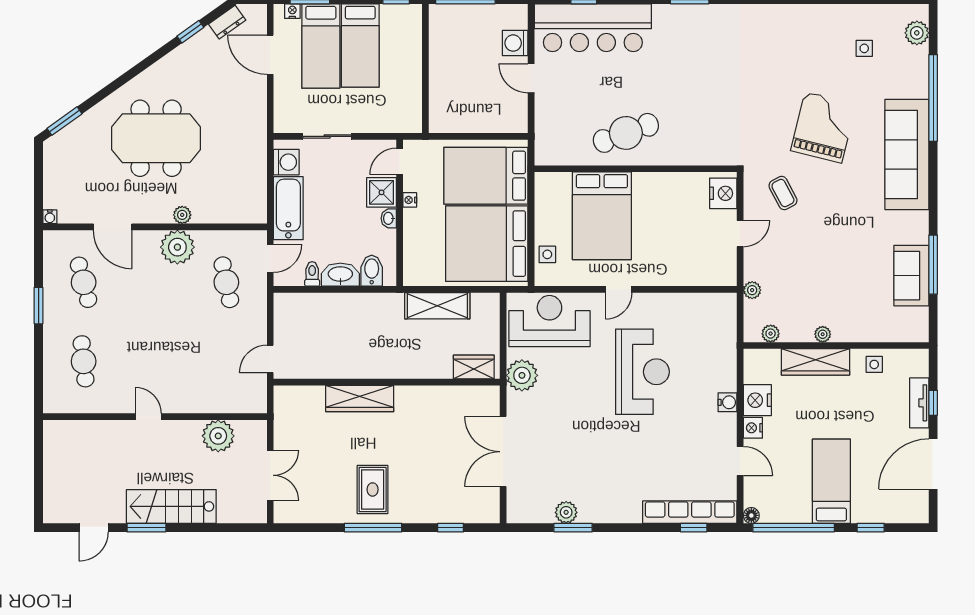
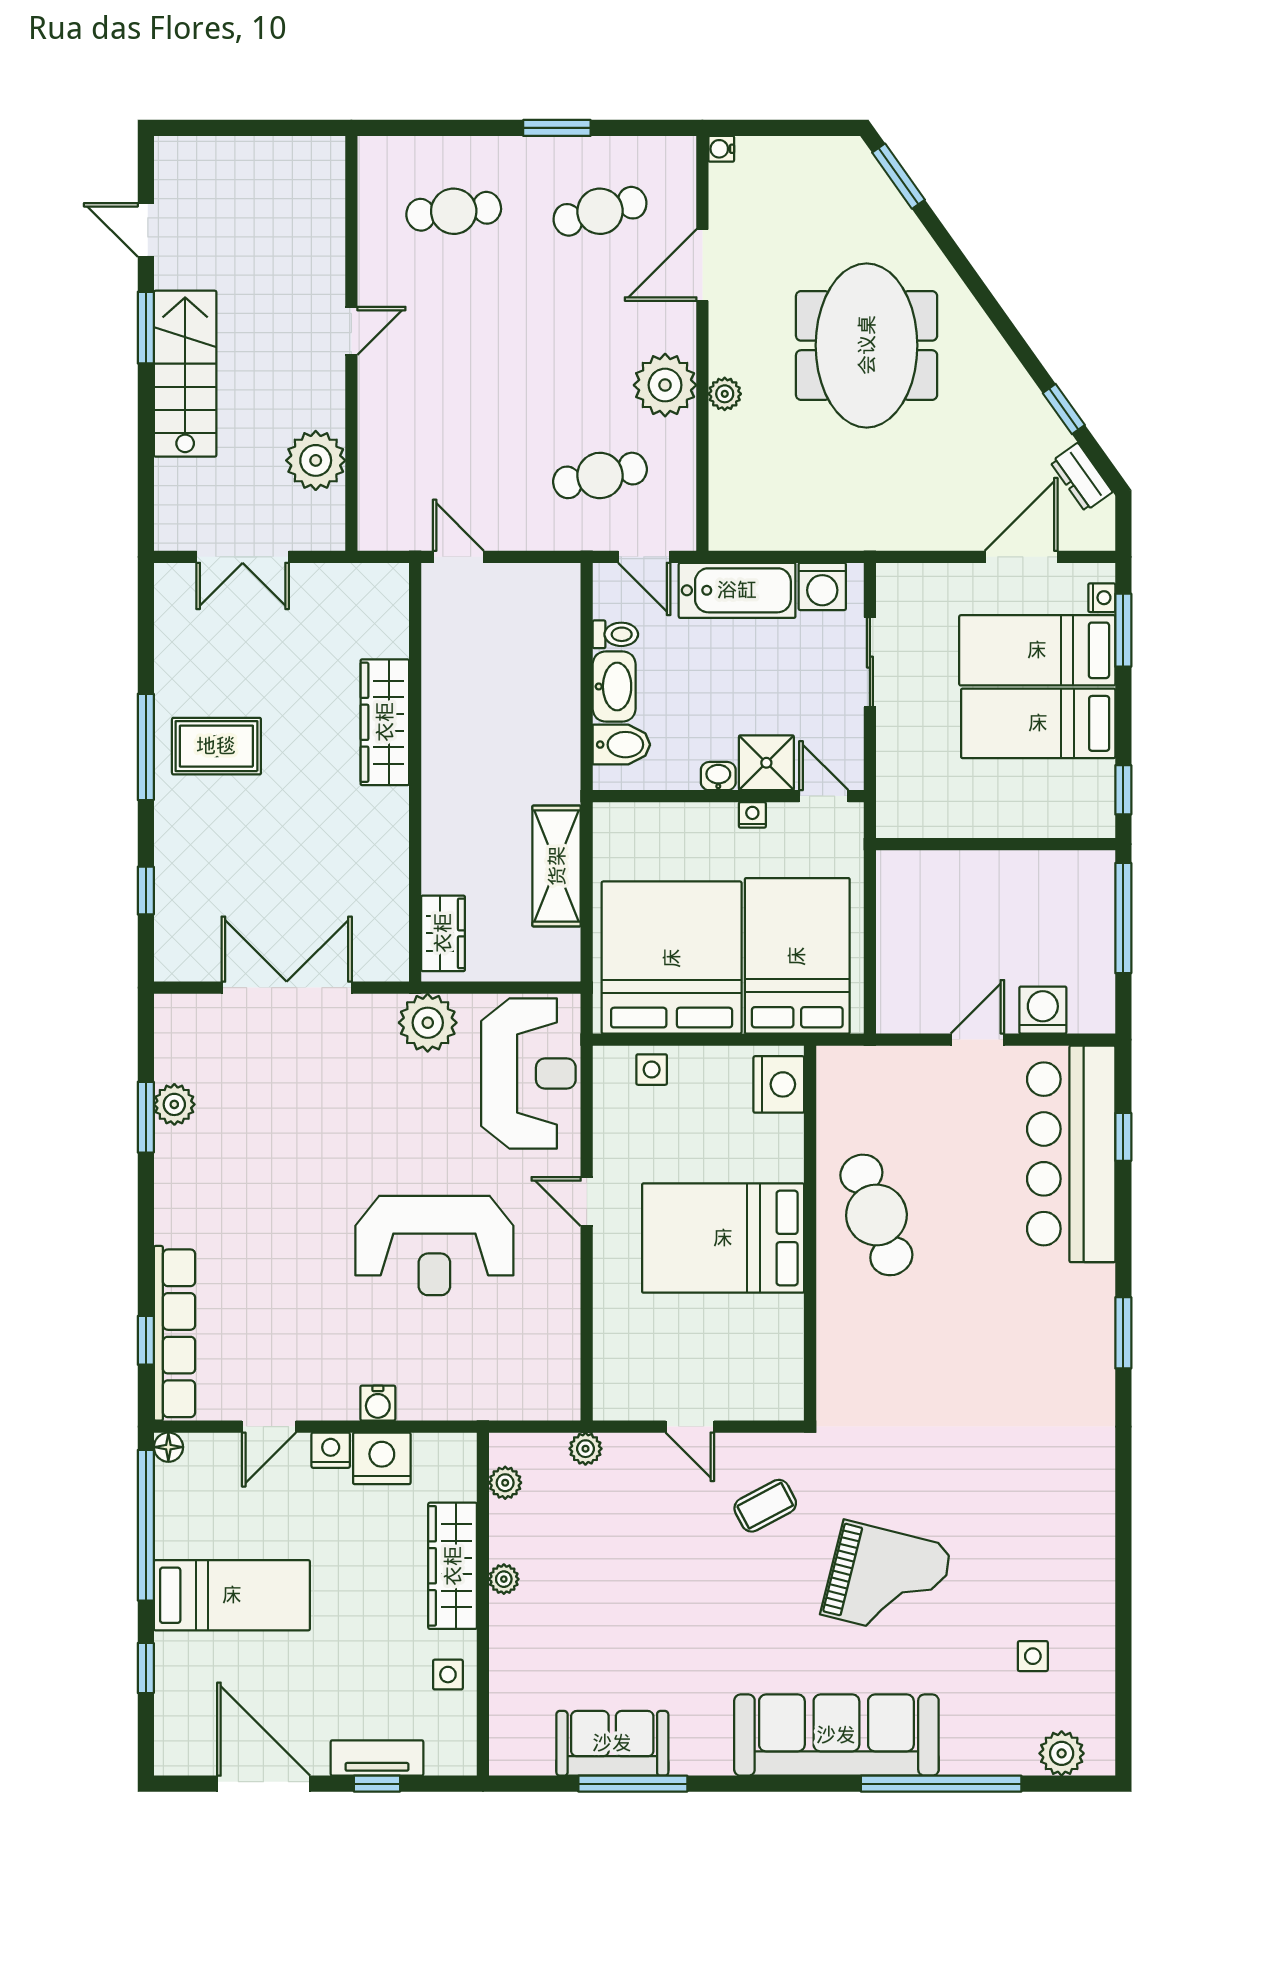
nightstand: (723, 193) -> (779, 1084), moved, turned -90
bed: (602, 216) -> (723, 1238), moved

